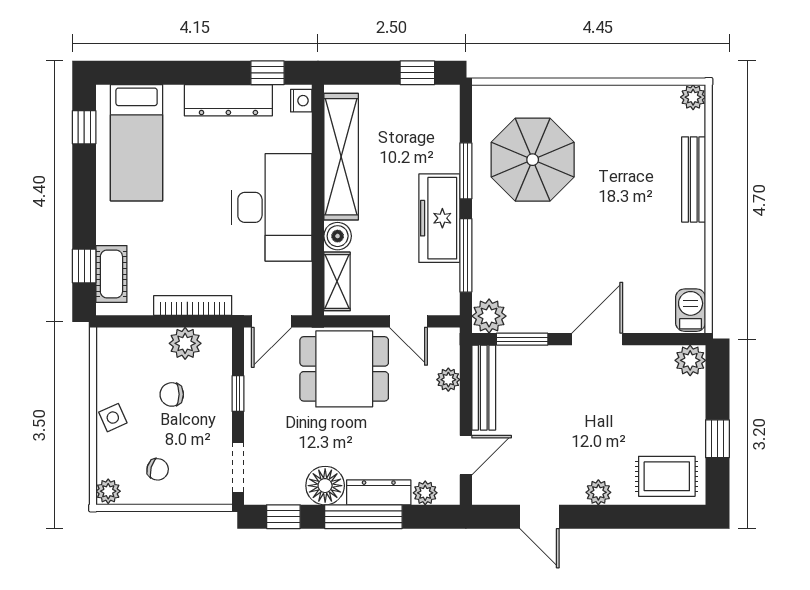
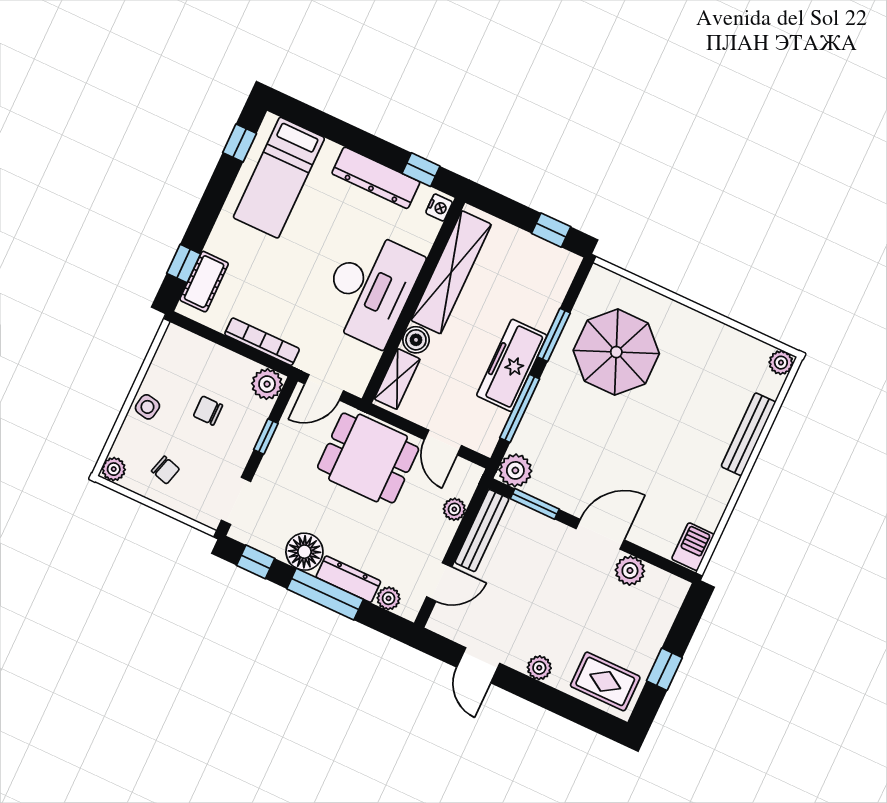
plant: (185, 343) -> (267, 384), moved
plant: (690, 360) -> (630, 571), moved
side table: (113, 418) -> (147, 407), turned 35

